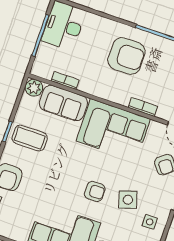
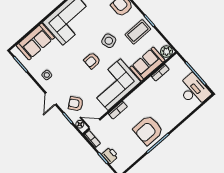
armchair: (126, 56) -> (148, 130), moved
armchair: (95, 191) -> (92, 61), moved
side table: (128, 200) -> (109, 41), moved

